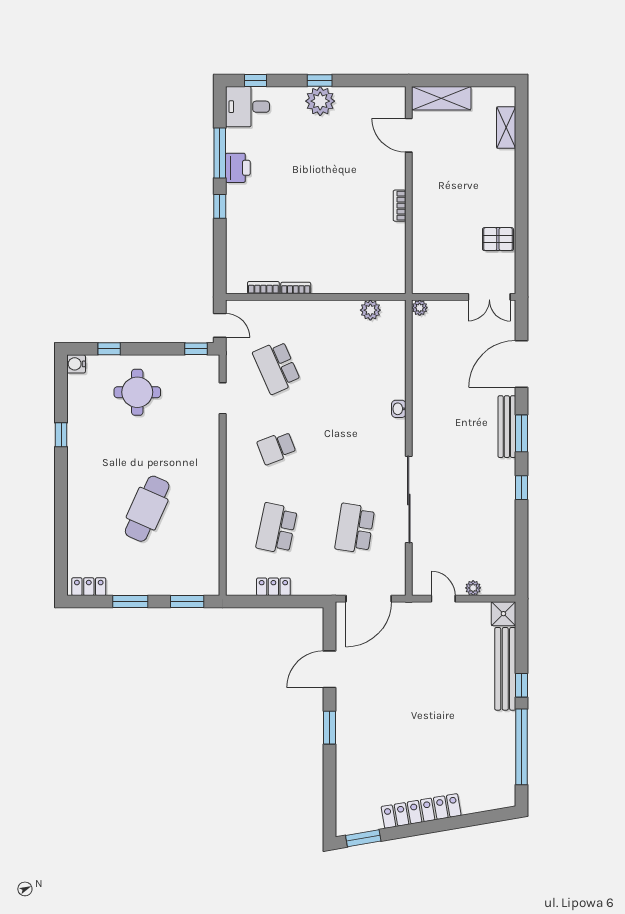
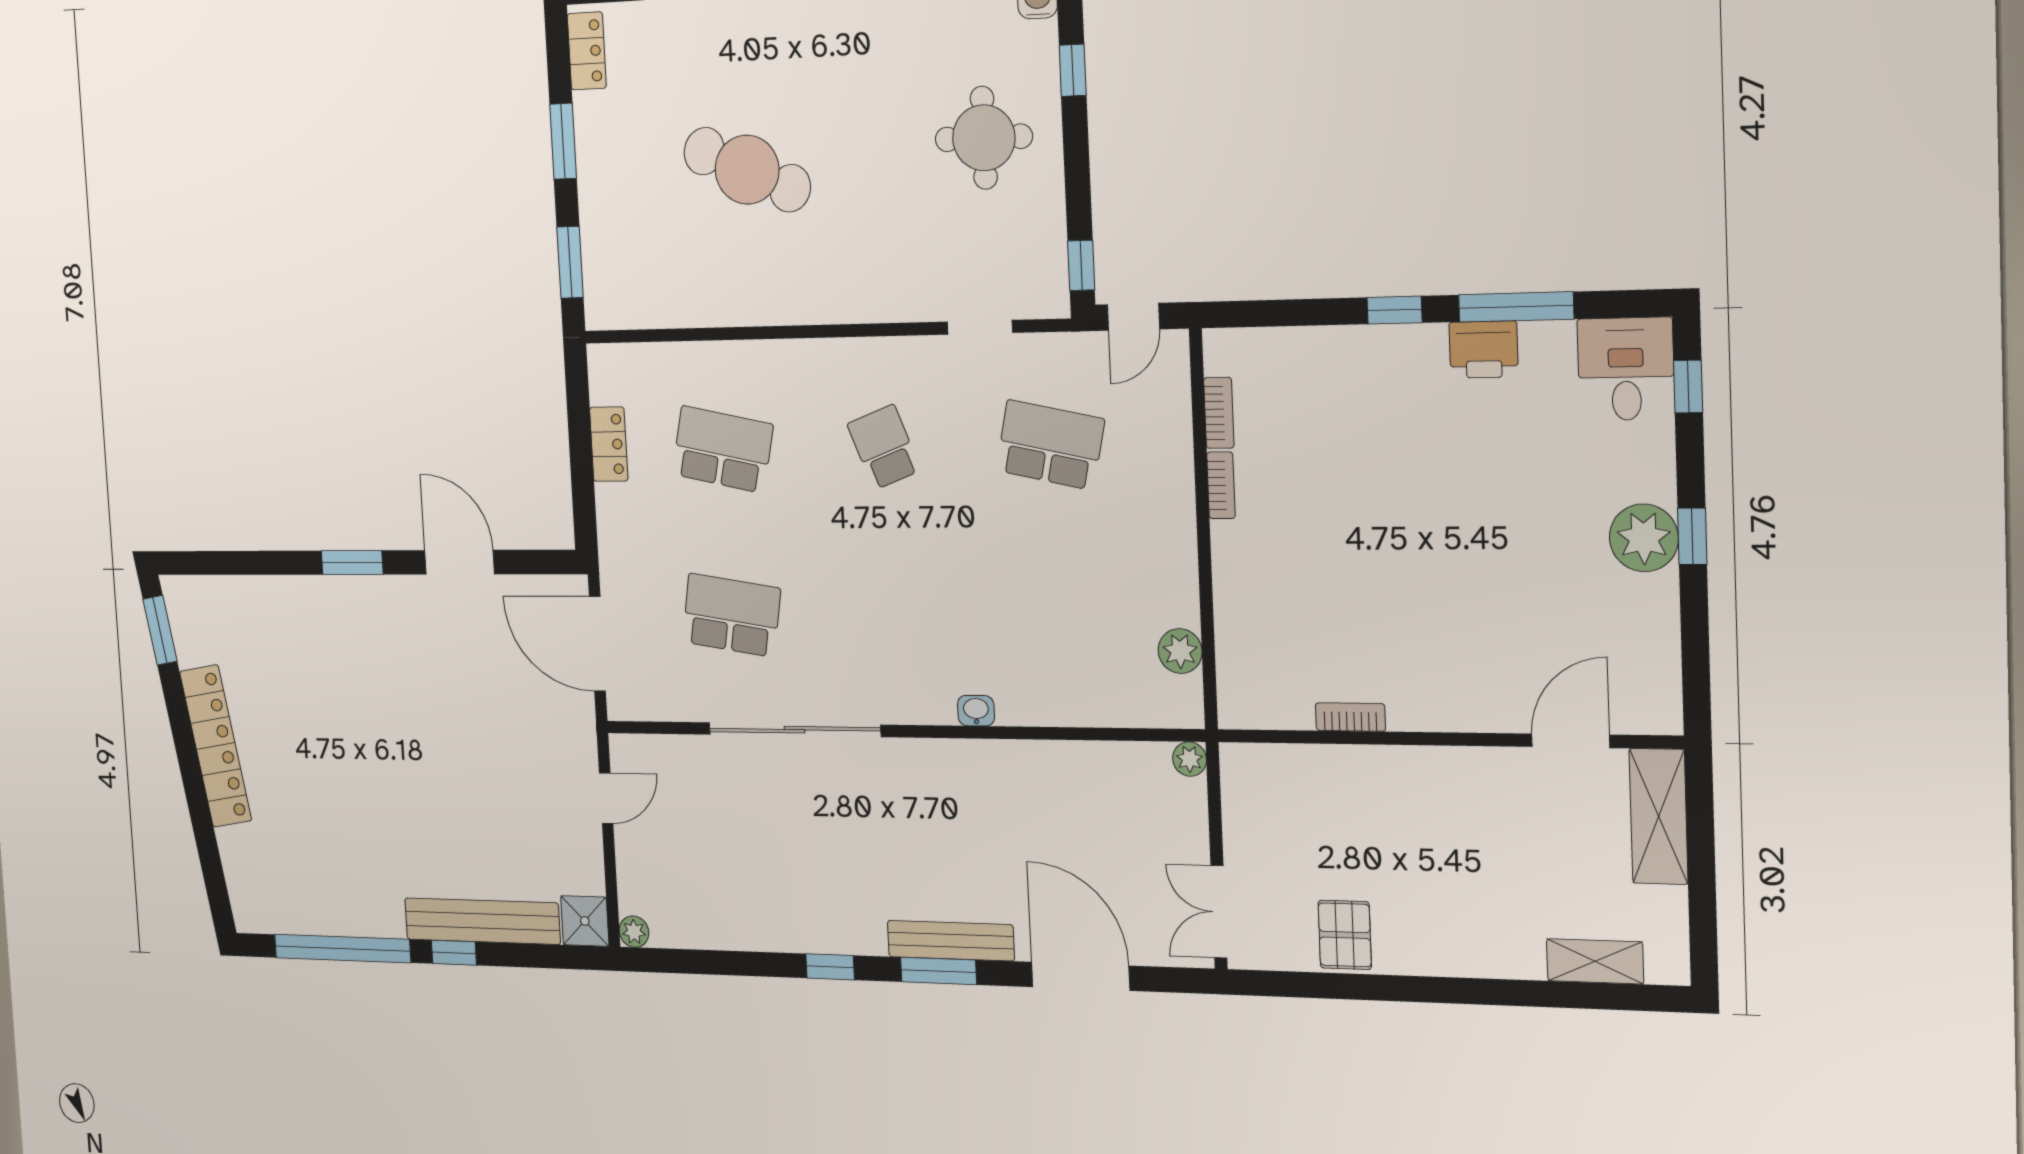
bookcase: (400, 206) -> (1350, 717), moved
school desk: (277, 367) -> (1050, 445), turned 36
plant: (473, 588) -> (634, 932), moved

